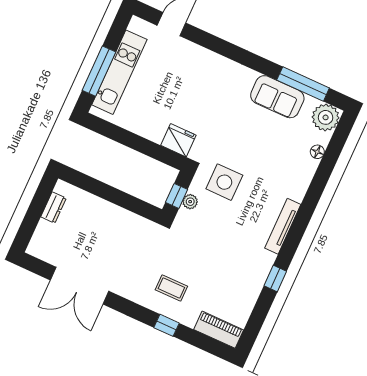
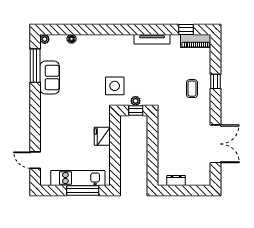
plant: (326, 117) -> (45, 39), width x0.53, depth x0.53
fridge: (178, 140) -> (102, 136), moved
tv unit: (283, 226) -> (152, 39), moved
window: (275, 278) -> (186, 29), moved
piano: (219, 330) -> (196, 41), moved, turned -90

